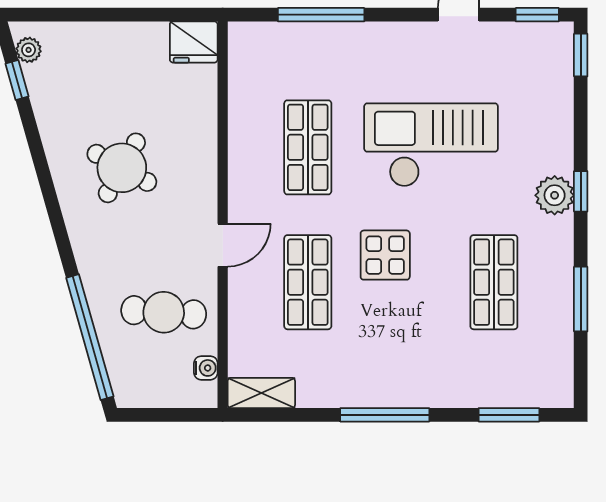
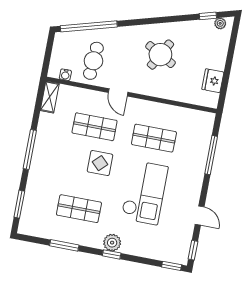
fridge: (194, 42) -> (213, 81), moved

